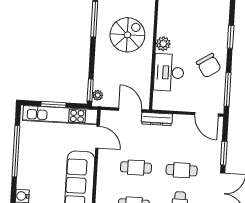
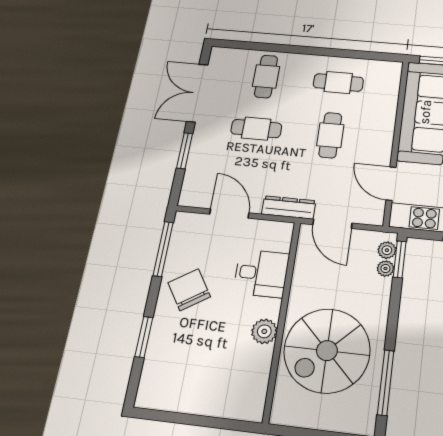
spiral stairs: (127, 35) -> (327, 351), width x1.37, depth x1.37
desk: (169, 73) -> (261, 273), width x0.73
plant: (98, 84) -> (385, 269), added
door: (206, 114) -> (229, 213), moved
cafe table: (136, 168) -> (330, 135), turned 90

